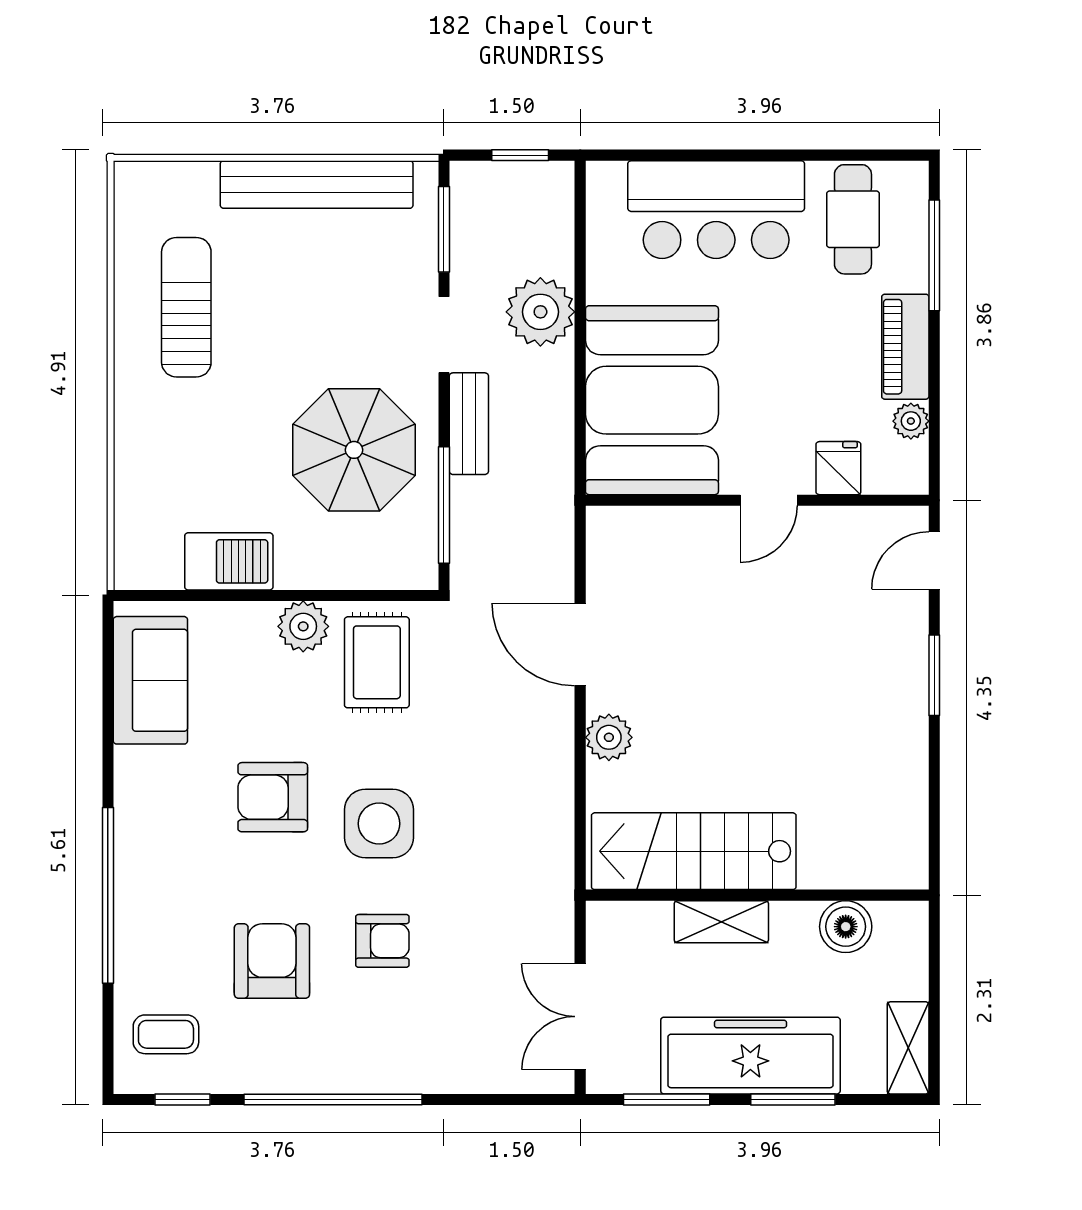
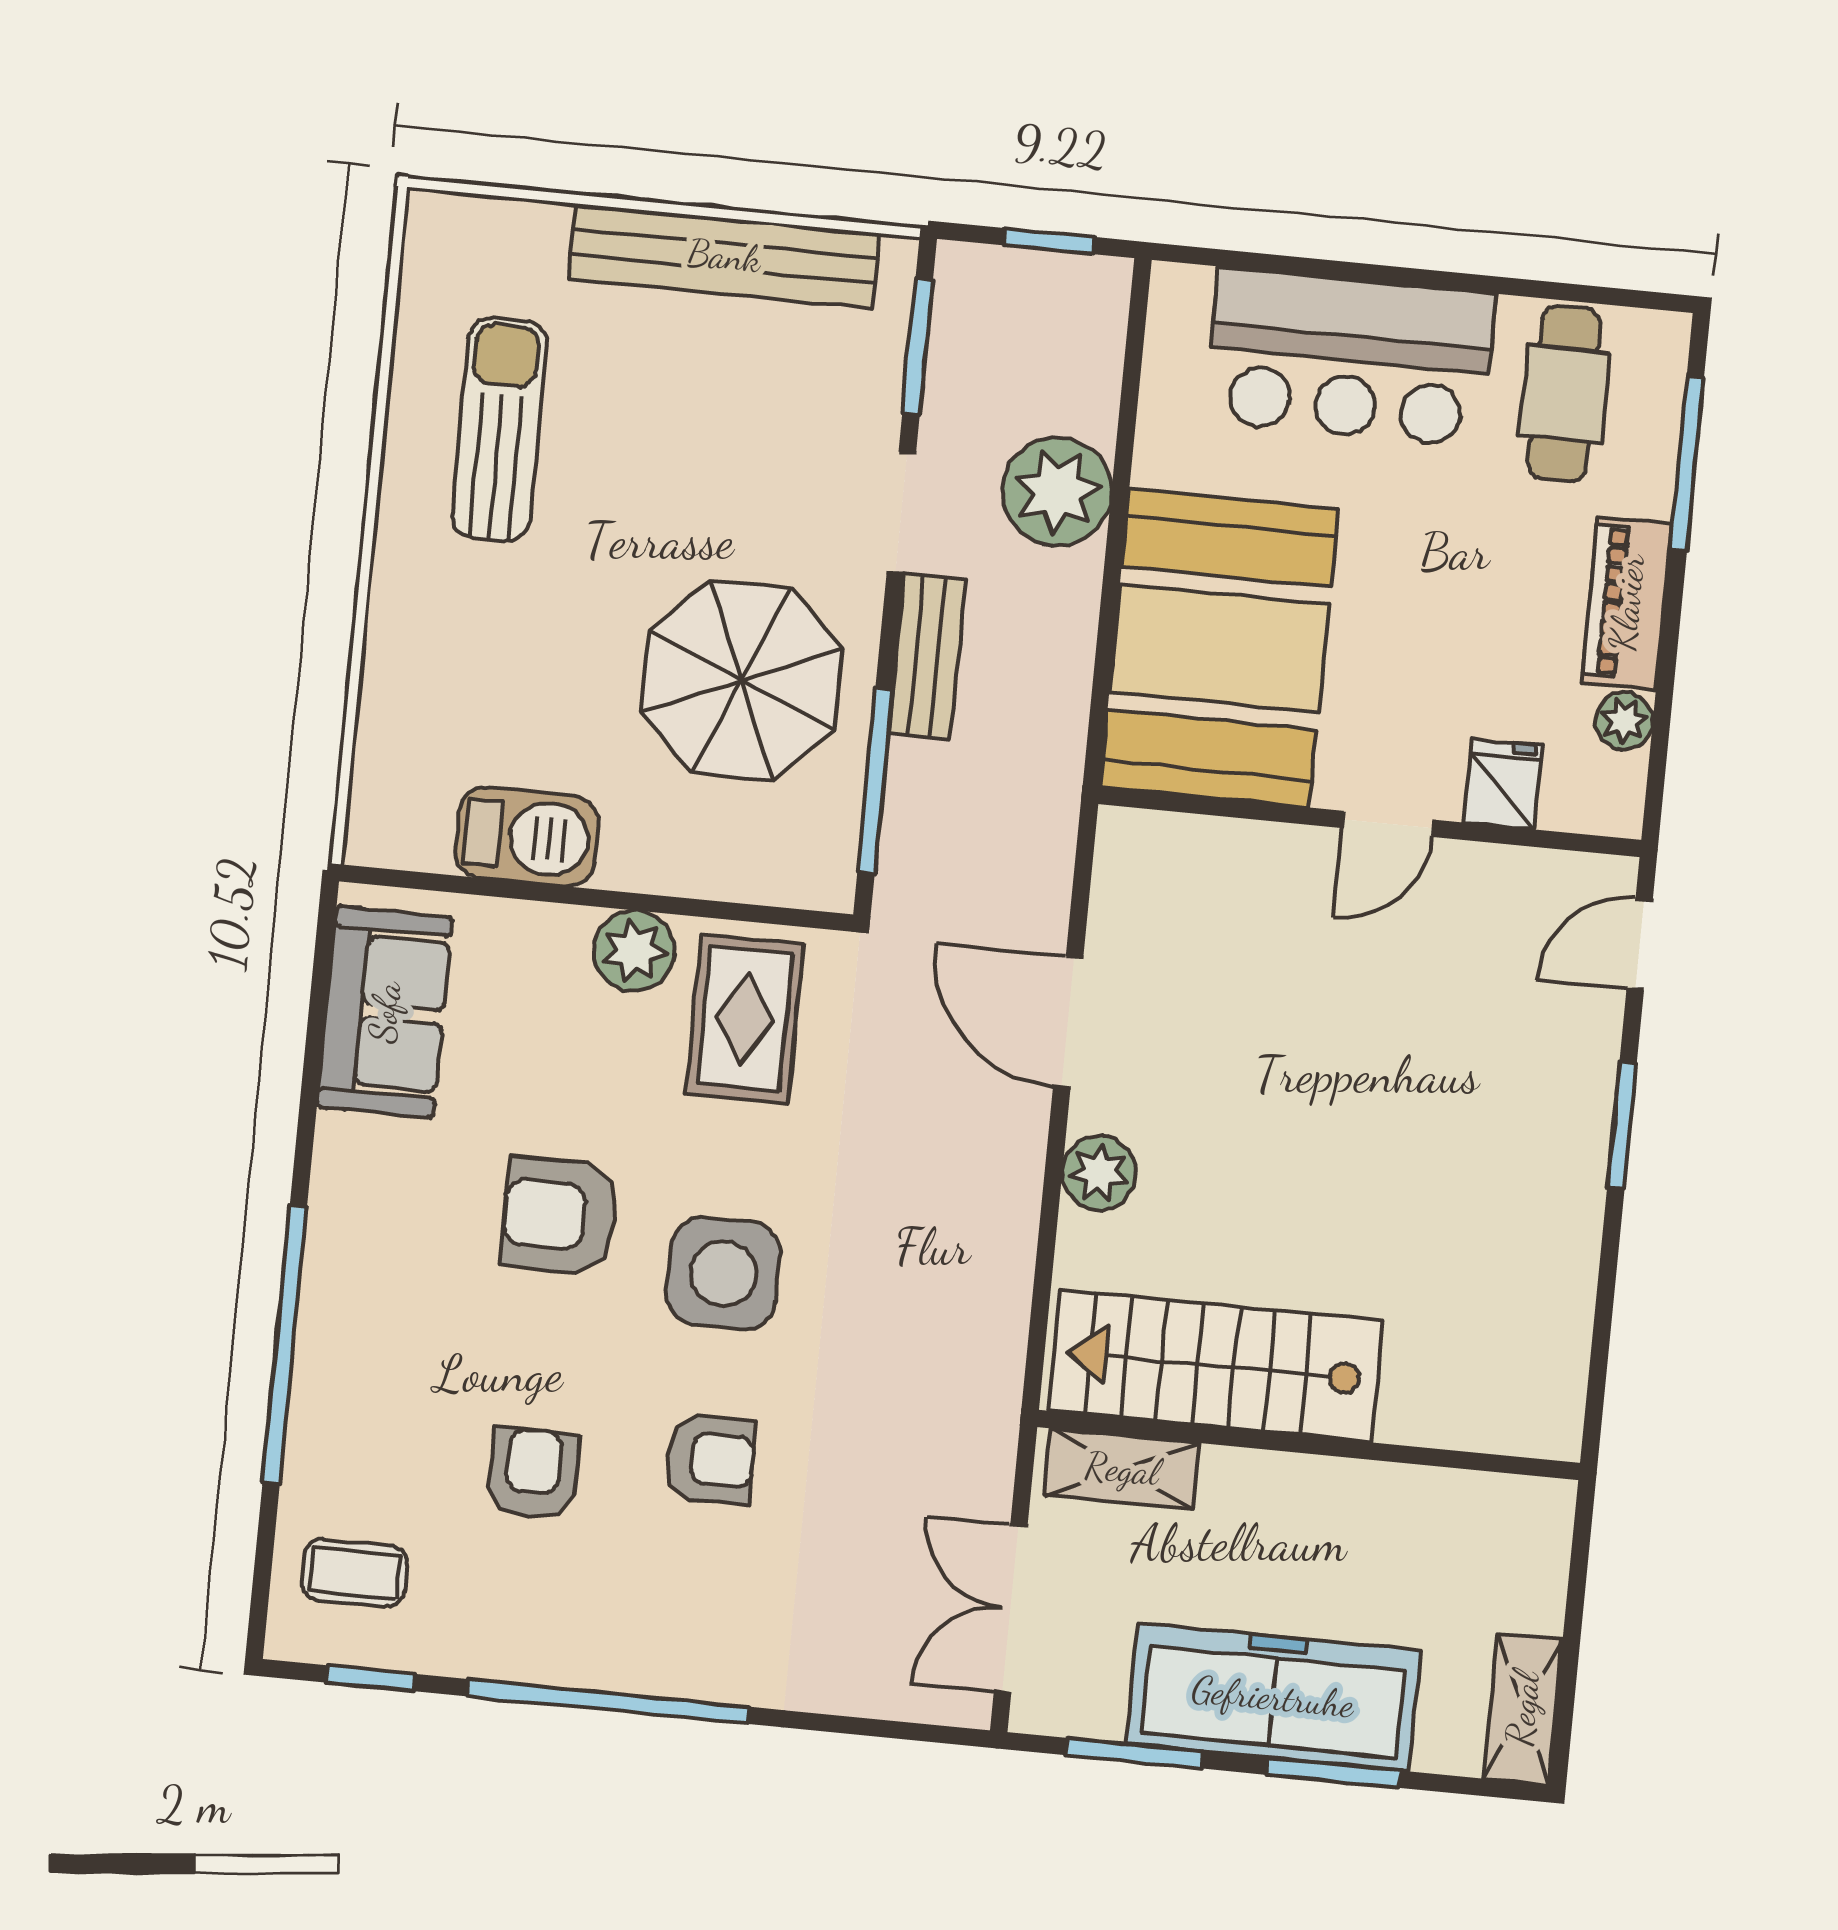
shelving: (721, 922) -> (1122, 1469), moved
boiler: (846, 927) -> (1443, 1508), removed
armchair: (272, 961) -> (533, 1474), width x0.72, depth x0.72

